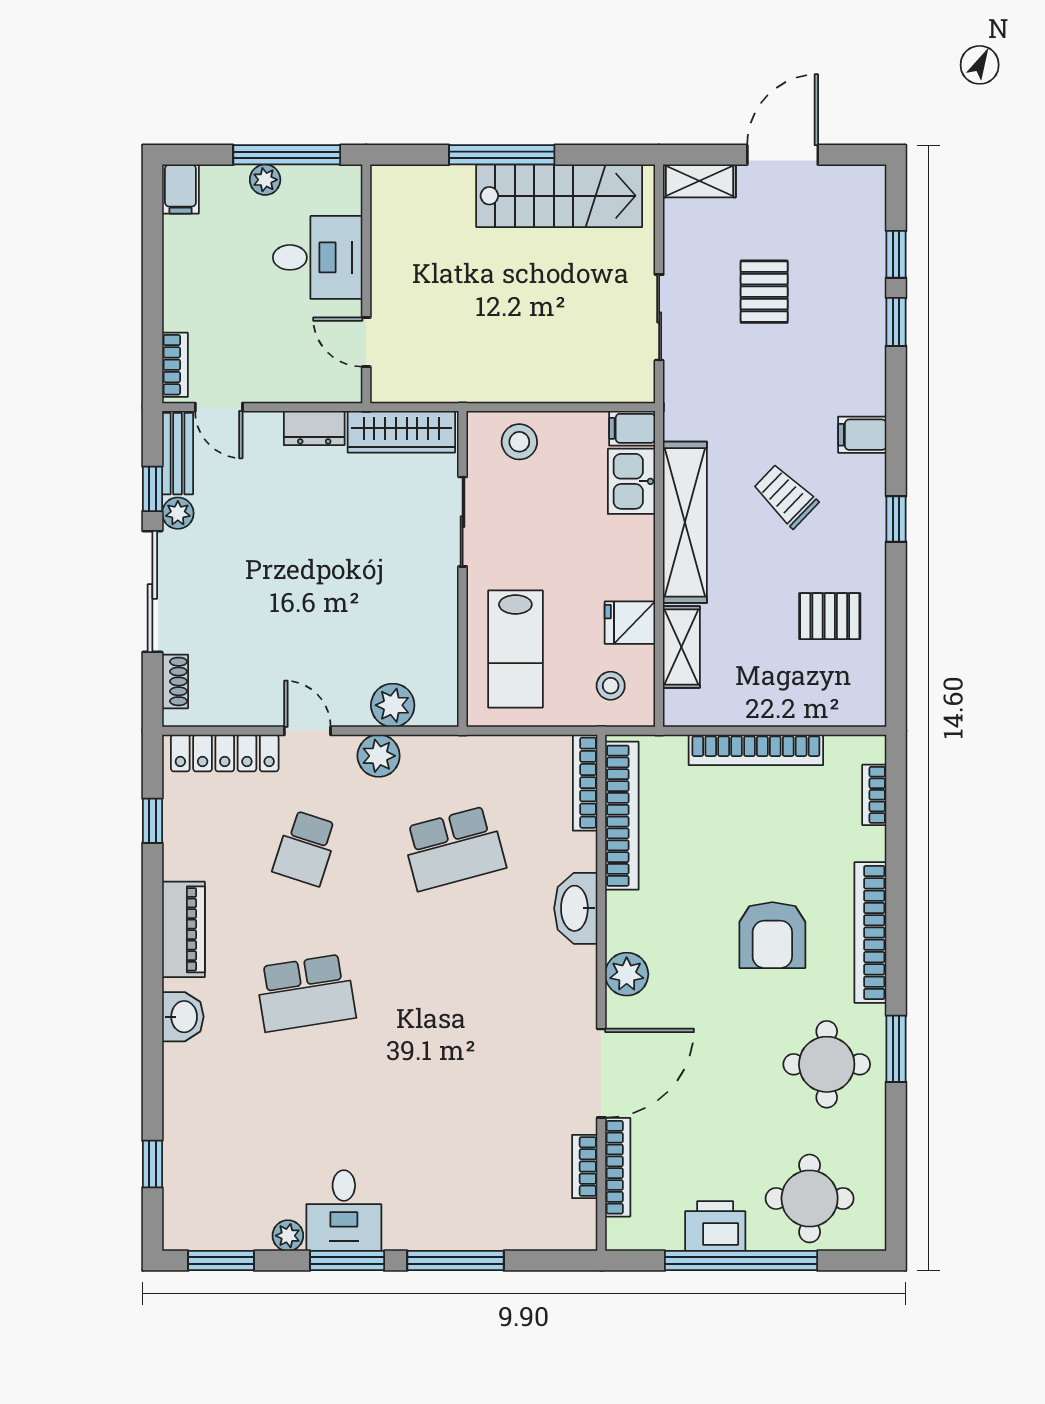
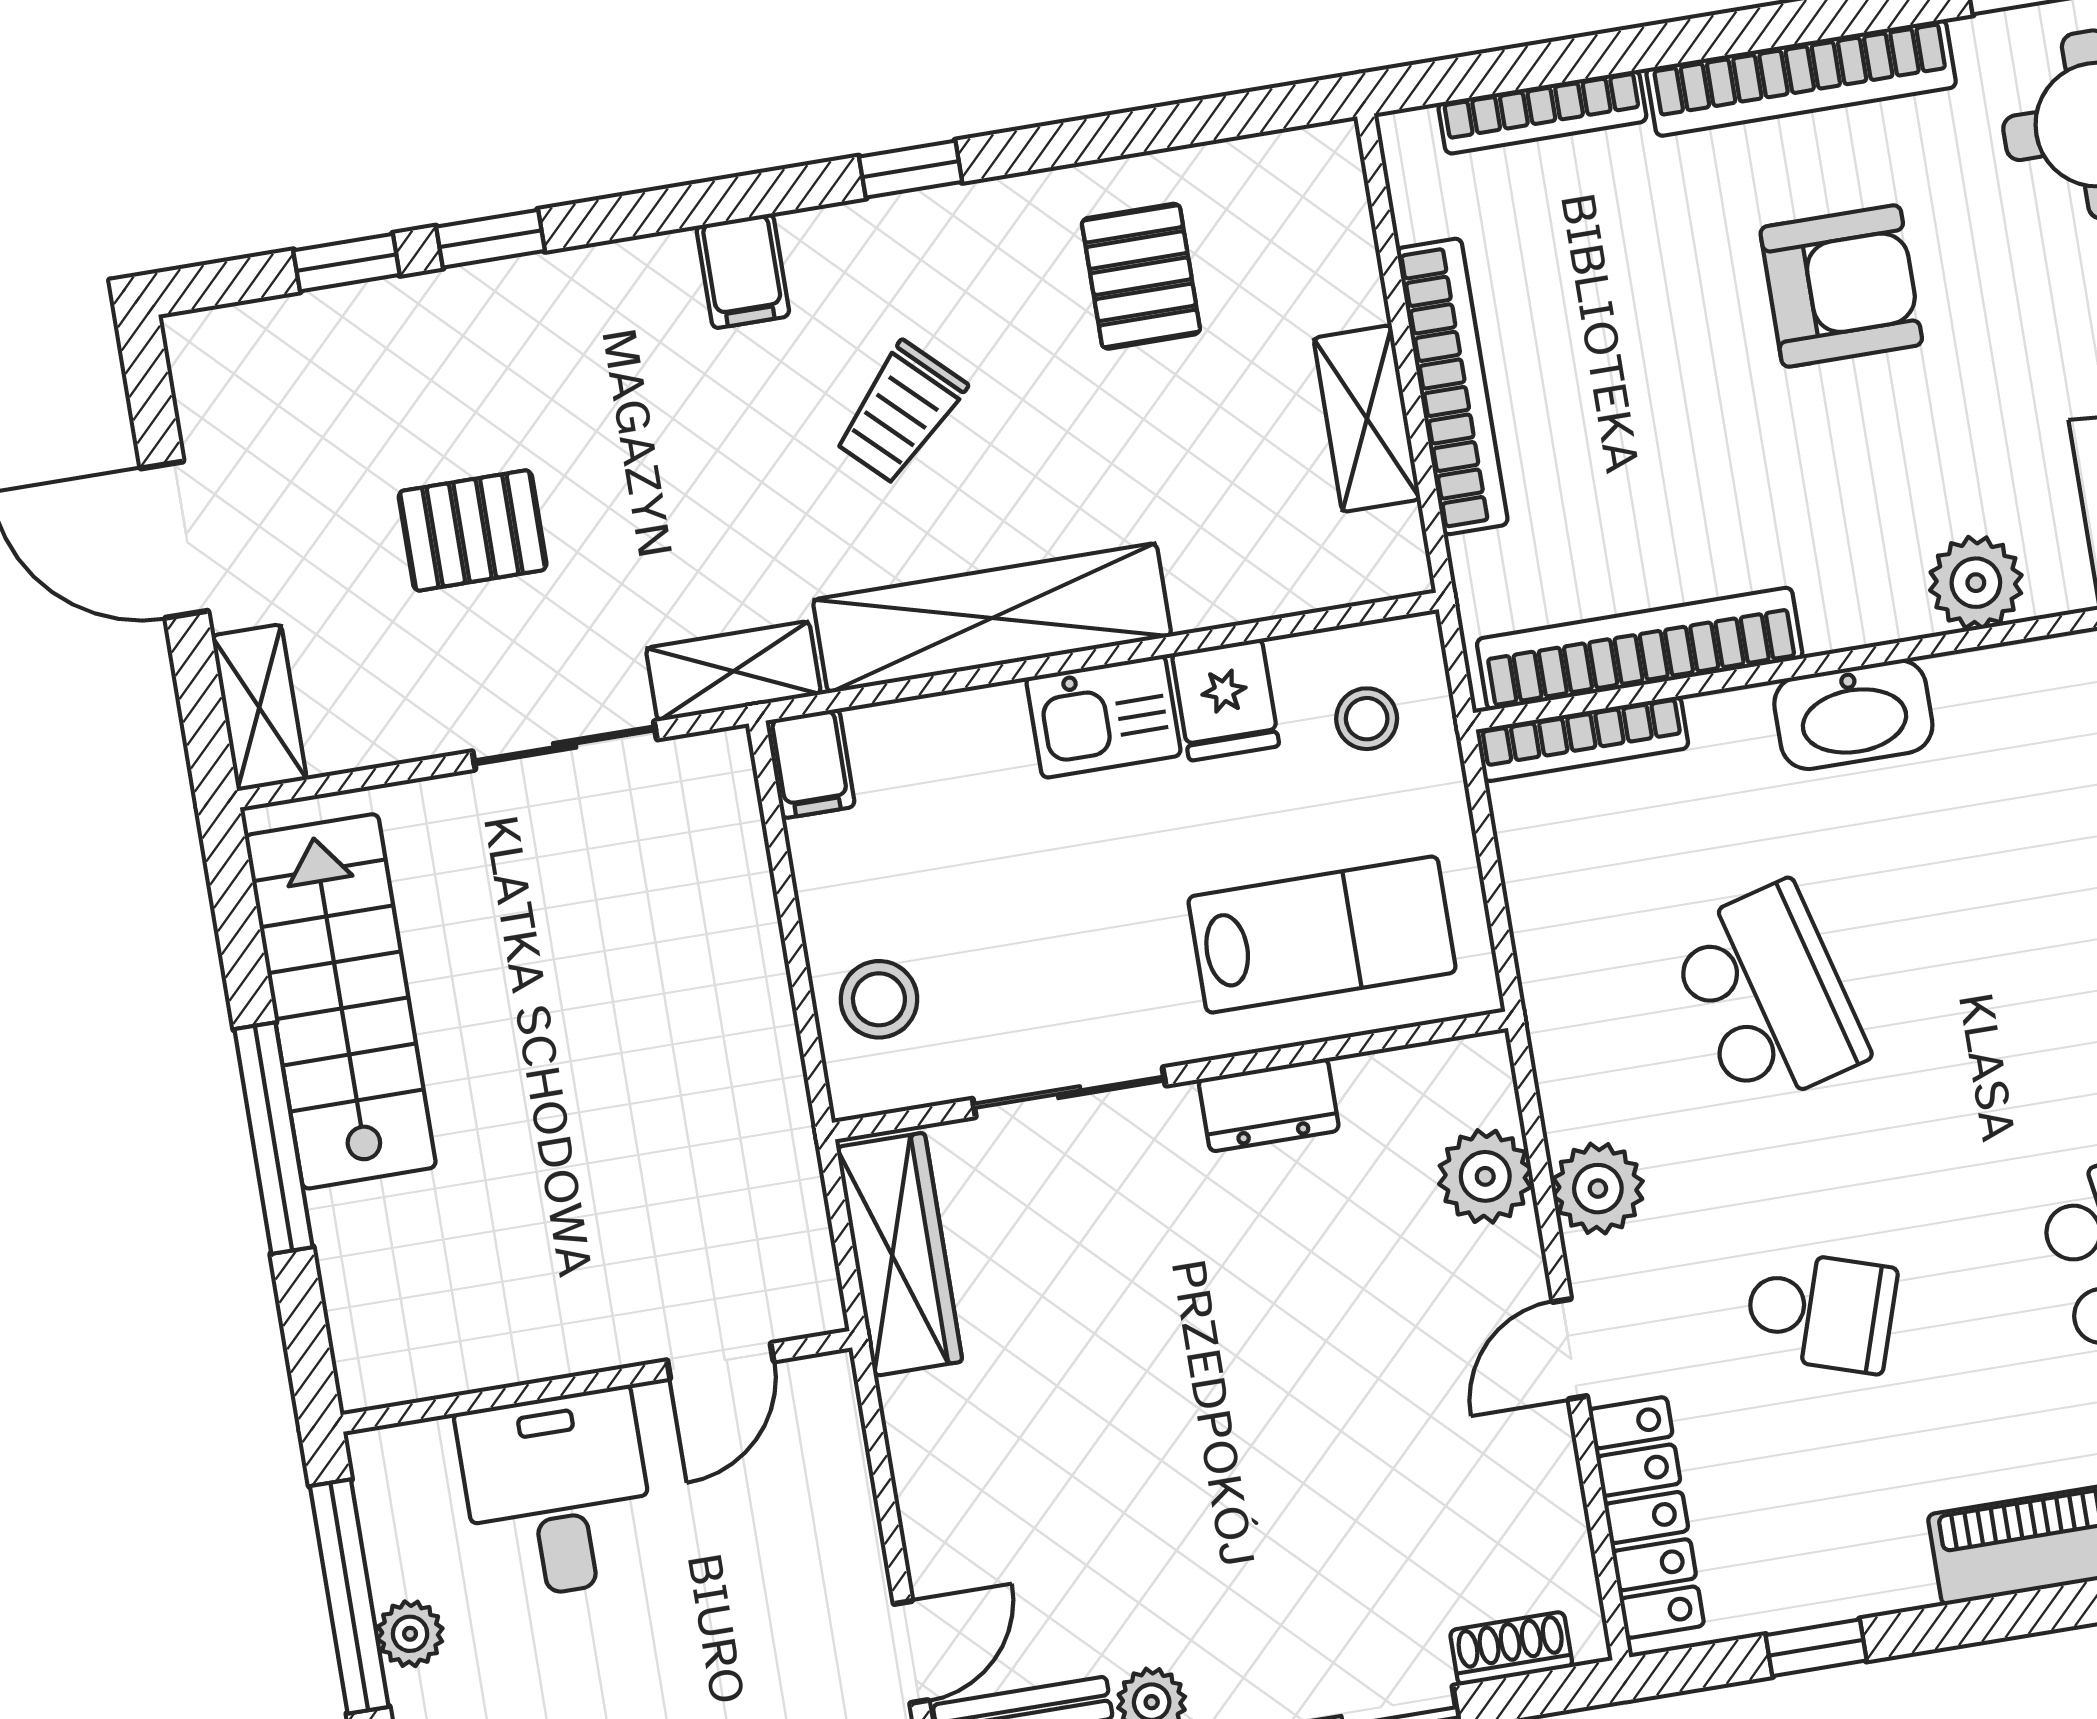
shelving: (680, 400) -> (733, 671), added
dresser: (314, 428) -> (1269, 1105), moved, turned 90
kitchen sink: (632, 481) -> (1104, 716), moved
shelving: (681, 647) -> (1367, 419), moved, turned 90
bookcase: (874, 795) -> (1542, 112), width x1.56

